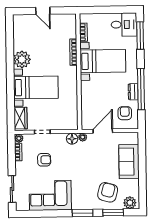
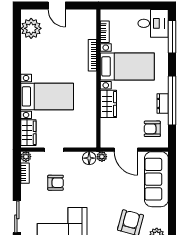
plant: (22, 59) -> (31, 28), moved
wardrobe: (87, 93) -> (108, 104), added
armchair: (125, 113) -> (152, 129), turned -90
door: (103, 131) -> (126, 150), swing flipped
sofa: (129, 162) -> (156, 179), width x1.36

